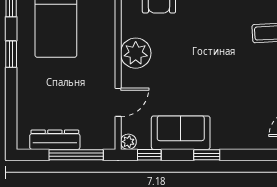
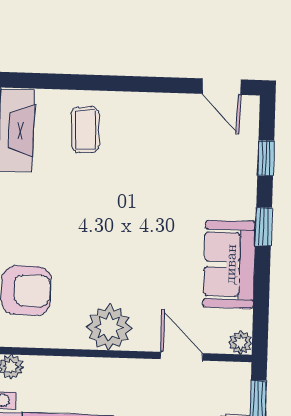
window: (149, 155) -> (266, 158), moved

